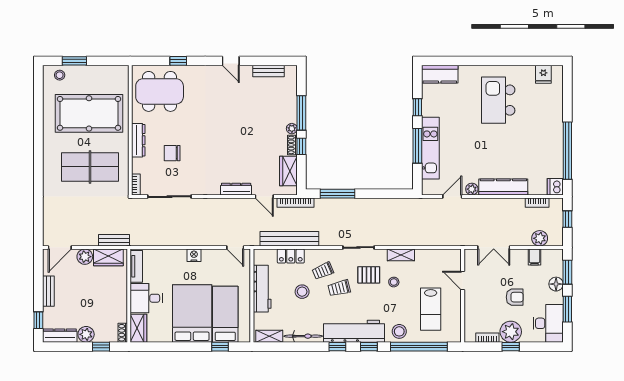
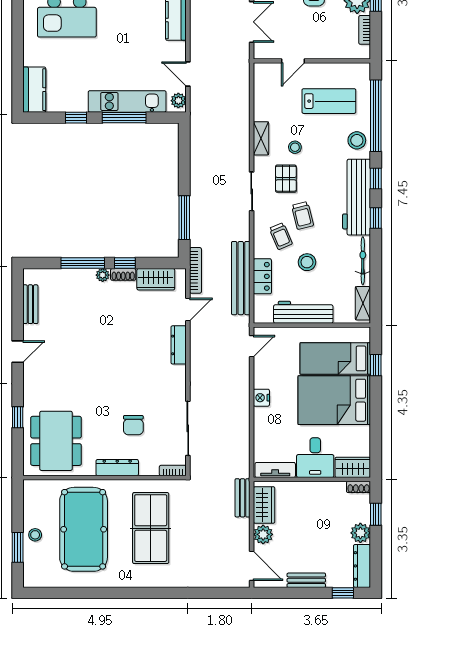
stool: (60, 75) -> (35, 535), moved
plant: (472, 189) -> (178, 101), moved

